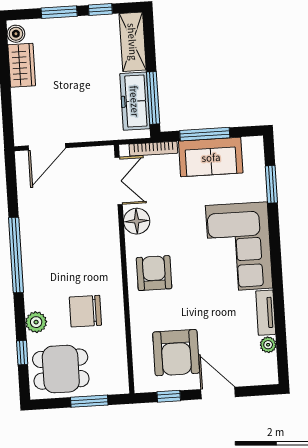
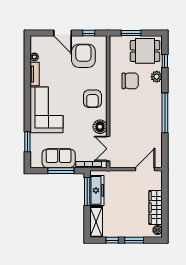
wardrobe: (22, 65) -> (156, 207), width x1.50

